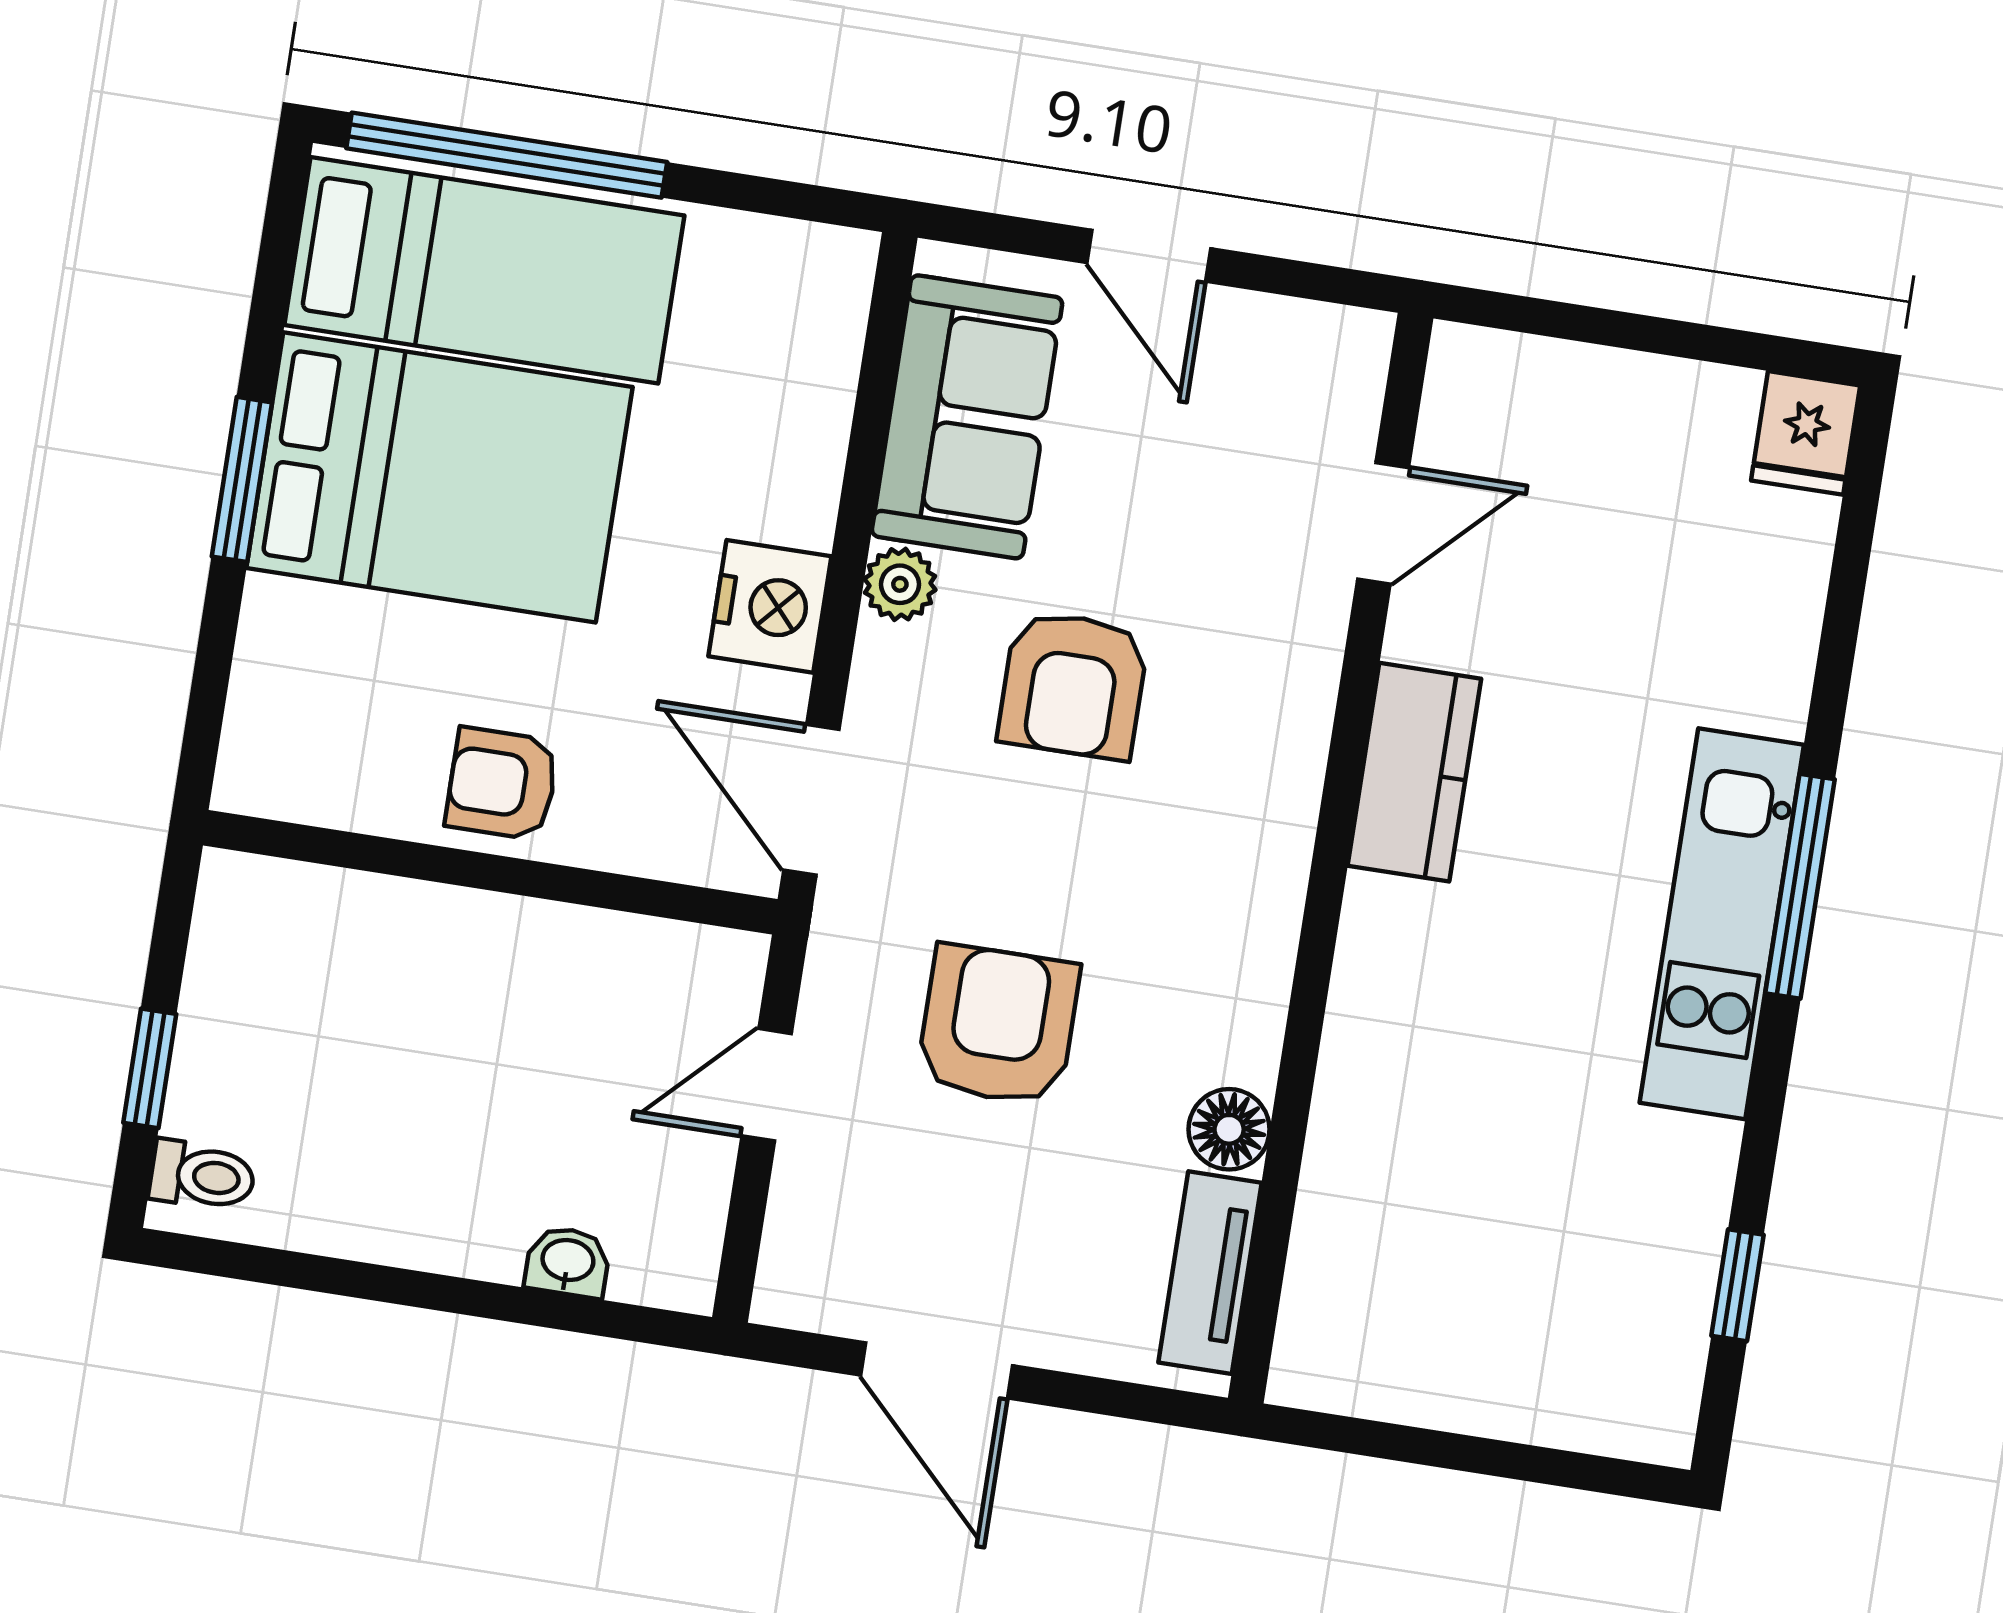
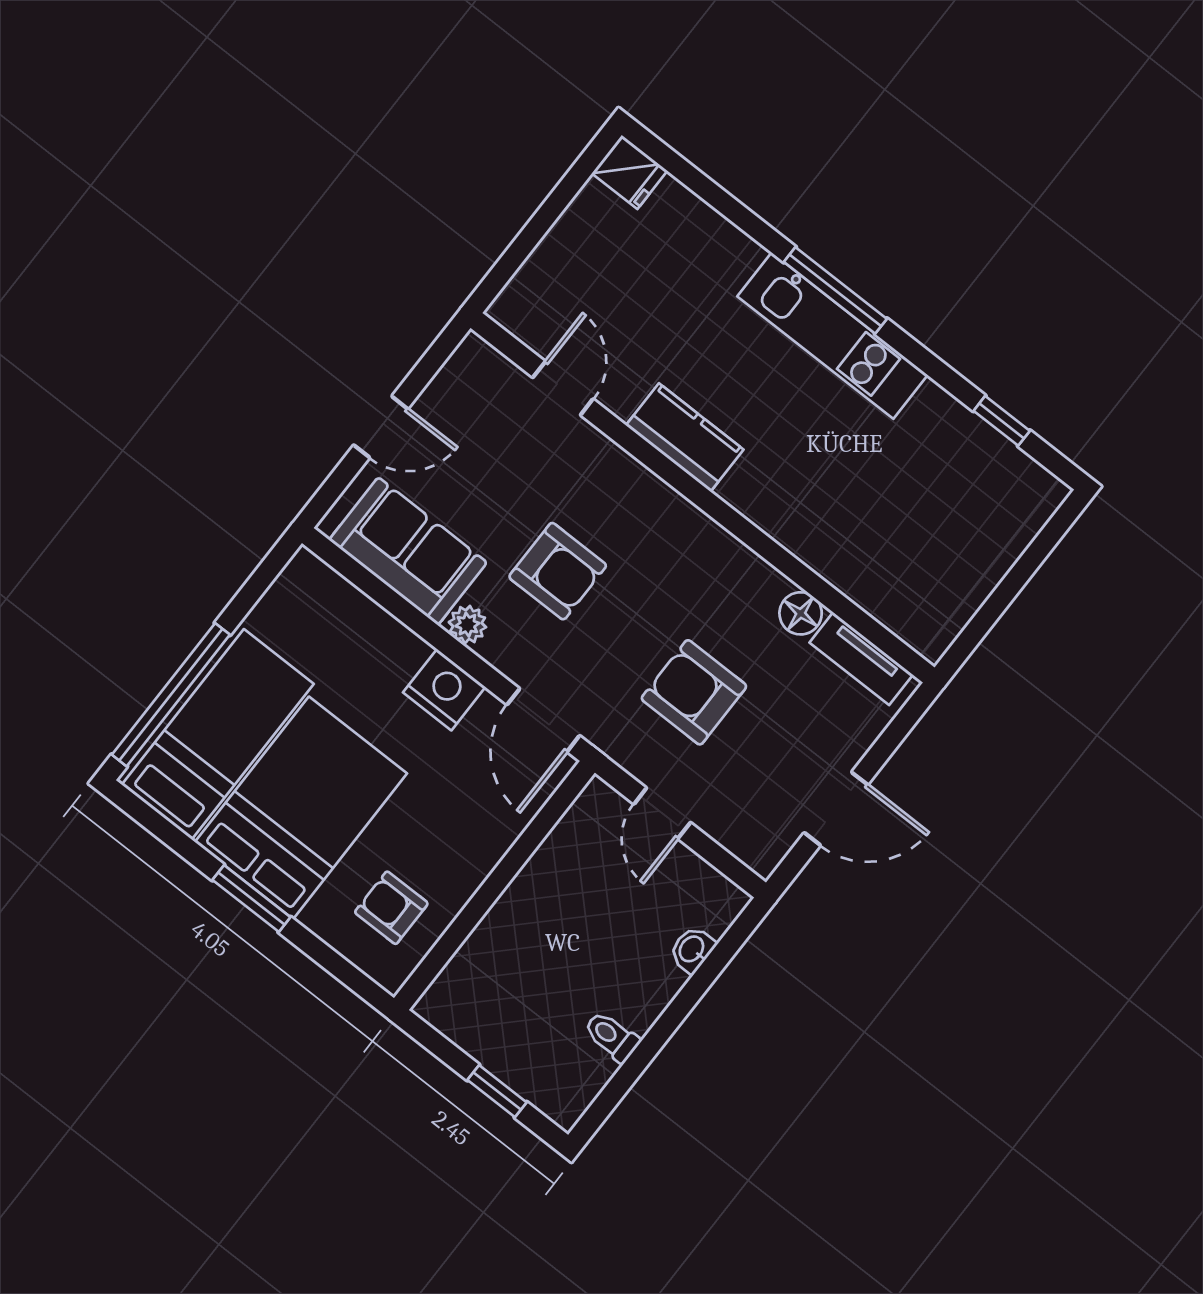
armchair: (502, 784) -> (391, 908), moved, turned 90
door: (811, 800) -> (543, 720), hinge flipped
toilet: (202, 1176) -> (612, 1037), moved, turned -90

